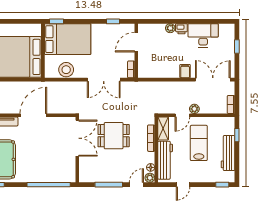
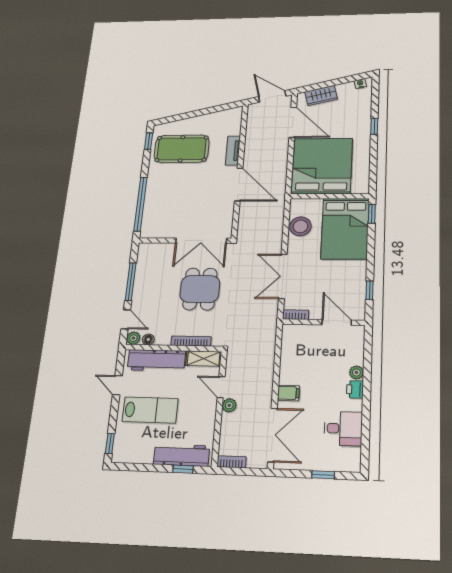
desk: (203, 35) -> (343, 428), width x0.73
lab bench: (199, 143) -> (150, 410), moved
workbench: (228, 153) -> (181, 455), moved

